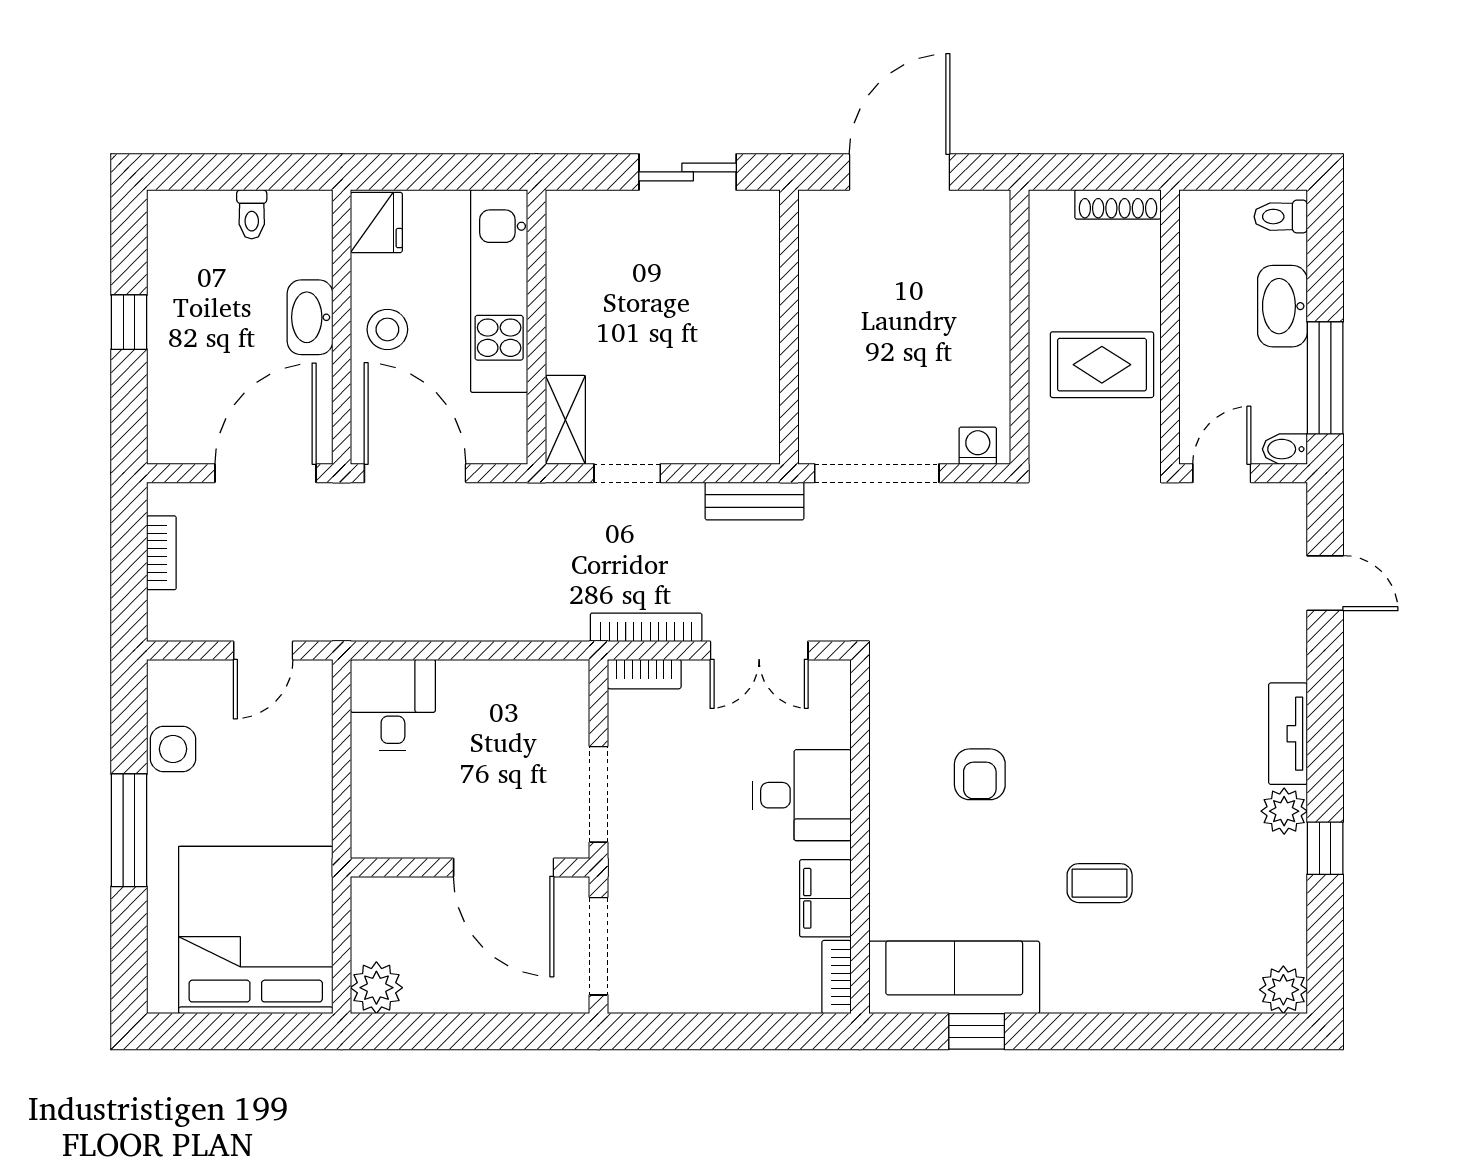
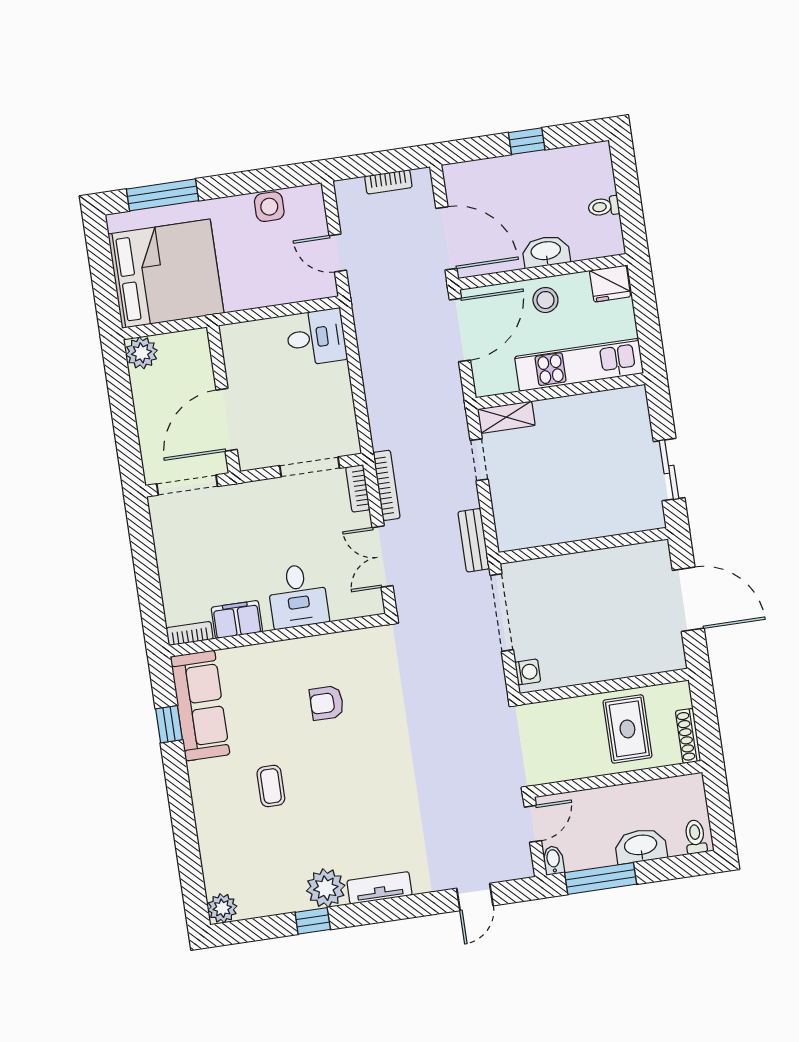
rug: (1102, 365) -> (627, 729), moved
door: (1222, 473) -> (533, 824), hinge flipped
doorway: (599, 794) -> (310, 467), moved
plant: (1284, 811) -> (326, 888), width x1.36, depth x1.36
window: (129, 830) -> (162, 195), moved

